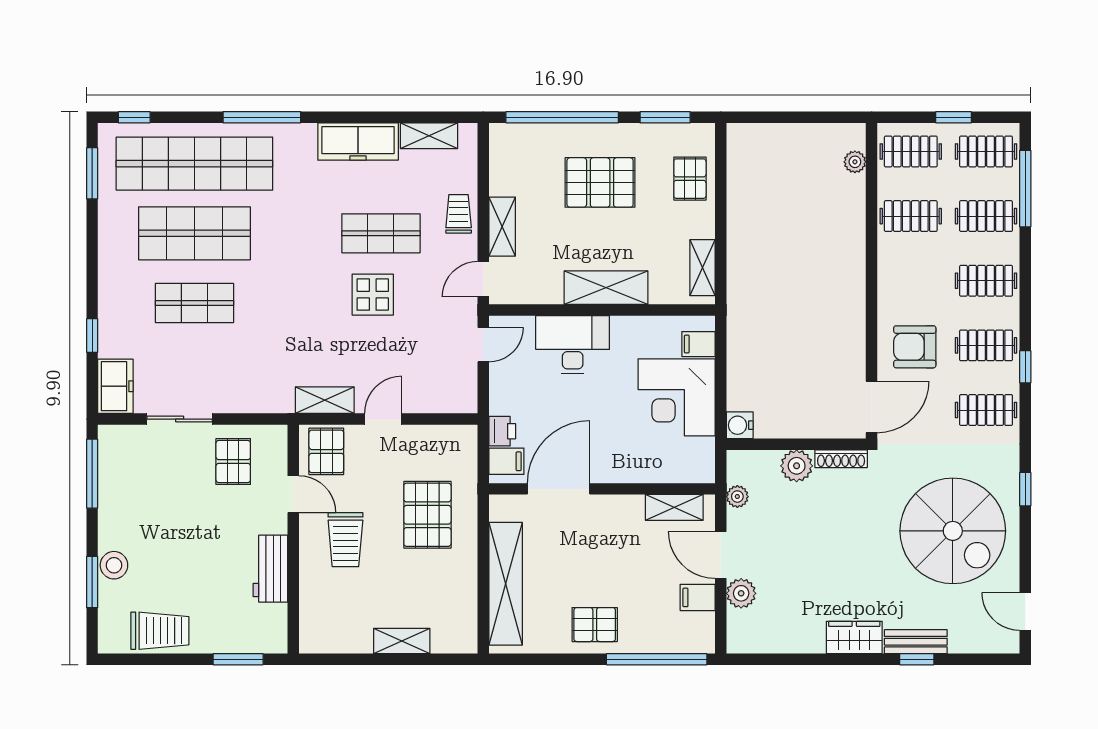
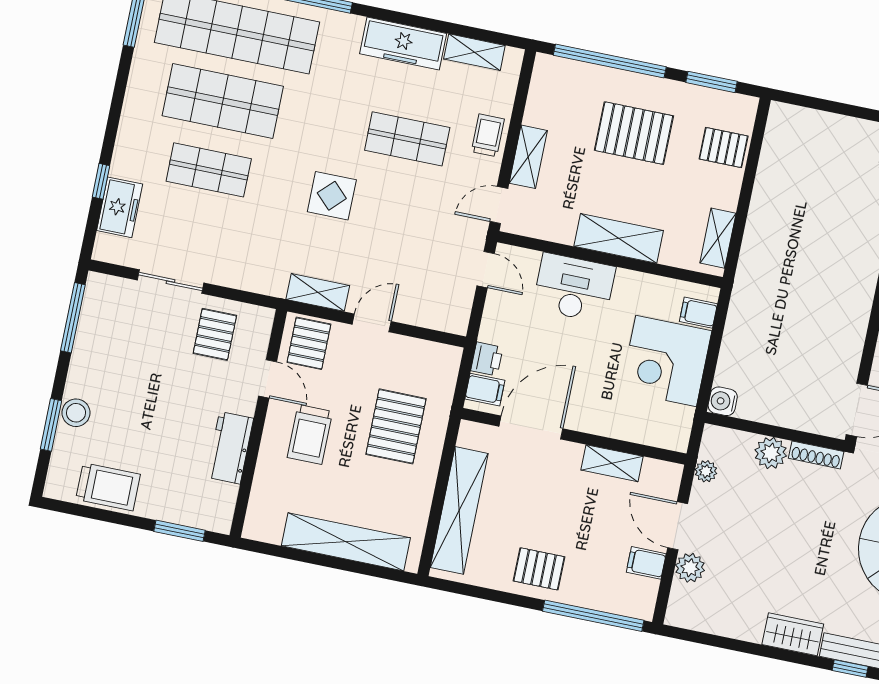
pallet: (690, 179) -> (724, 147), turned 90
display table: (373, 295) -> (332, 196), moved
door: (483, 345) -> (486, 270), hinge flipped
freezer: (115, 386) -> (120, 207), moved
shelving: (674, 507) -> (612, 463), moved
shelving: (402, 641) -> (346, 542), width x2.20, depth x1.33

